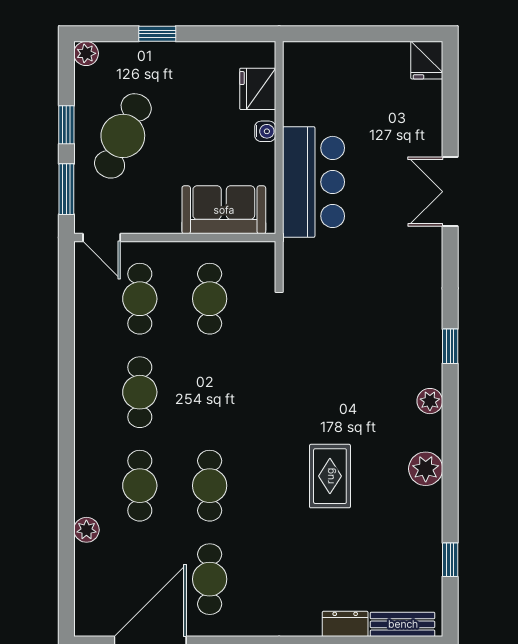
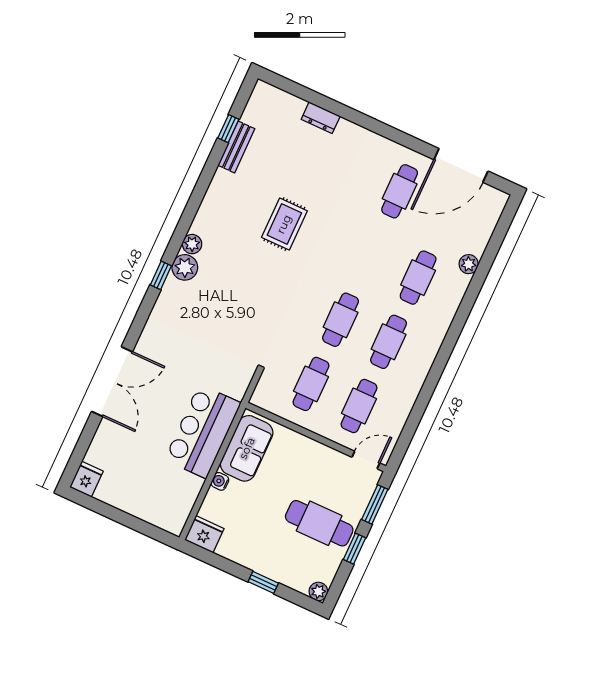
fridge: (258, 89) -> (204, 534), moved, turned -90
cafe table: (123, 136) -> (319, 523), turned 65
double door: (450, 192) -> (112, 382), width x1.37
sofa: (224, 210) -> (247, 448), moved, turned -90
door: (102, 238) -> (366, 460), hinge flipped
plant: (426, 469) -> (185, 267), moved
cafe table: (210, 486) -> (341, 320), moved
bench: (403, 624) -> (236, 147), moved, turned 90

